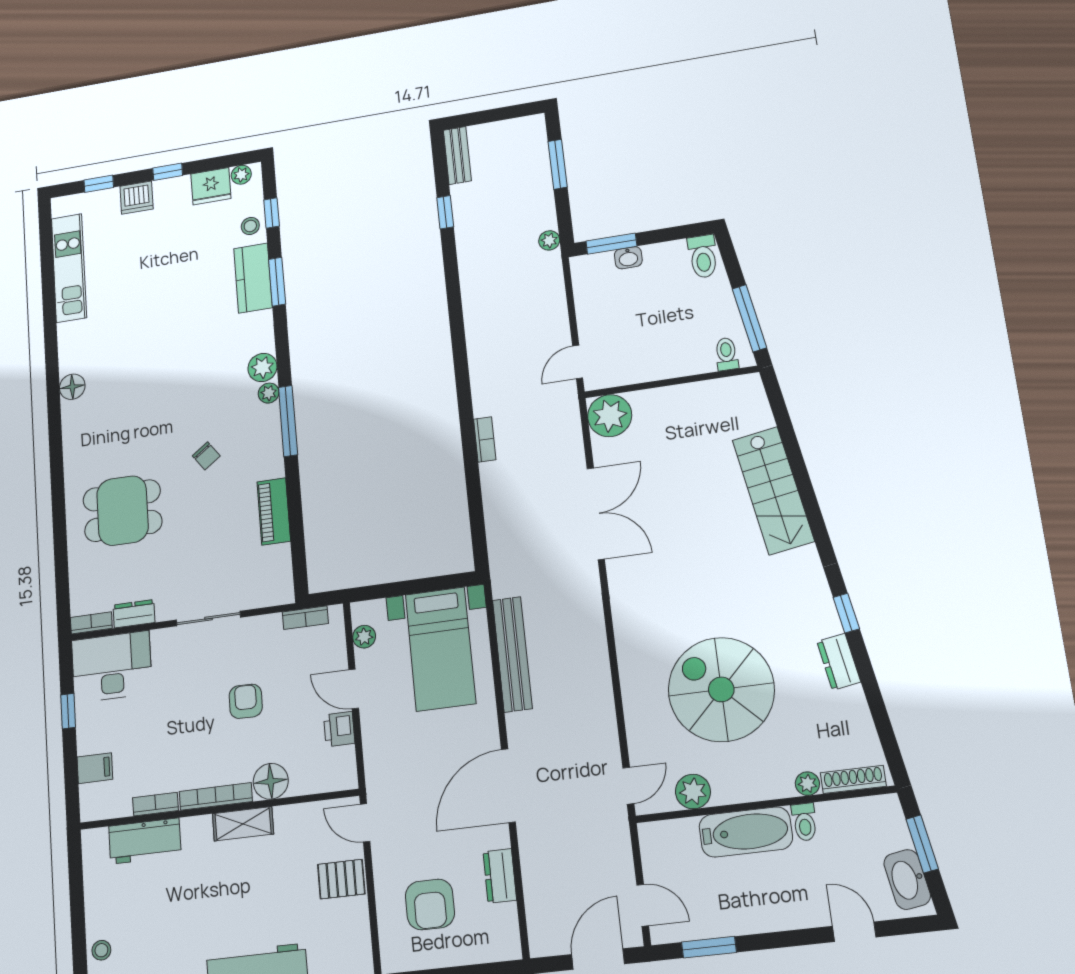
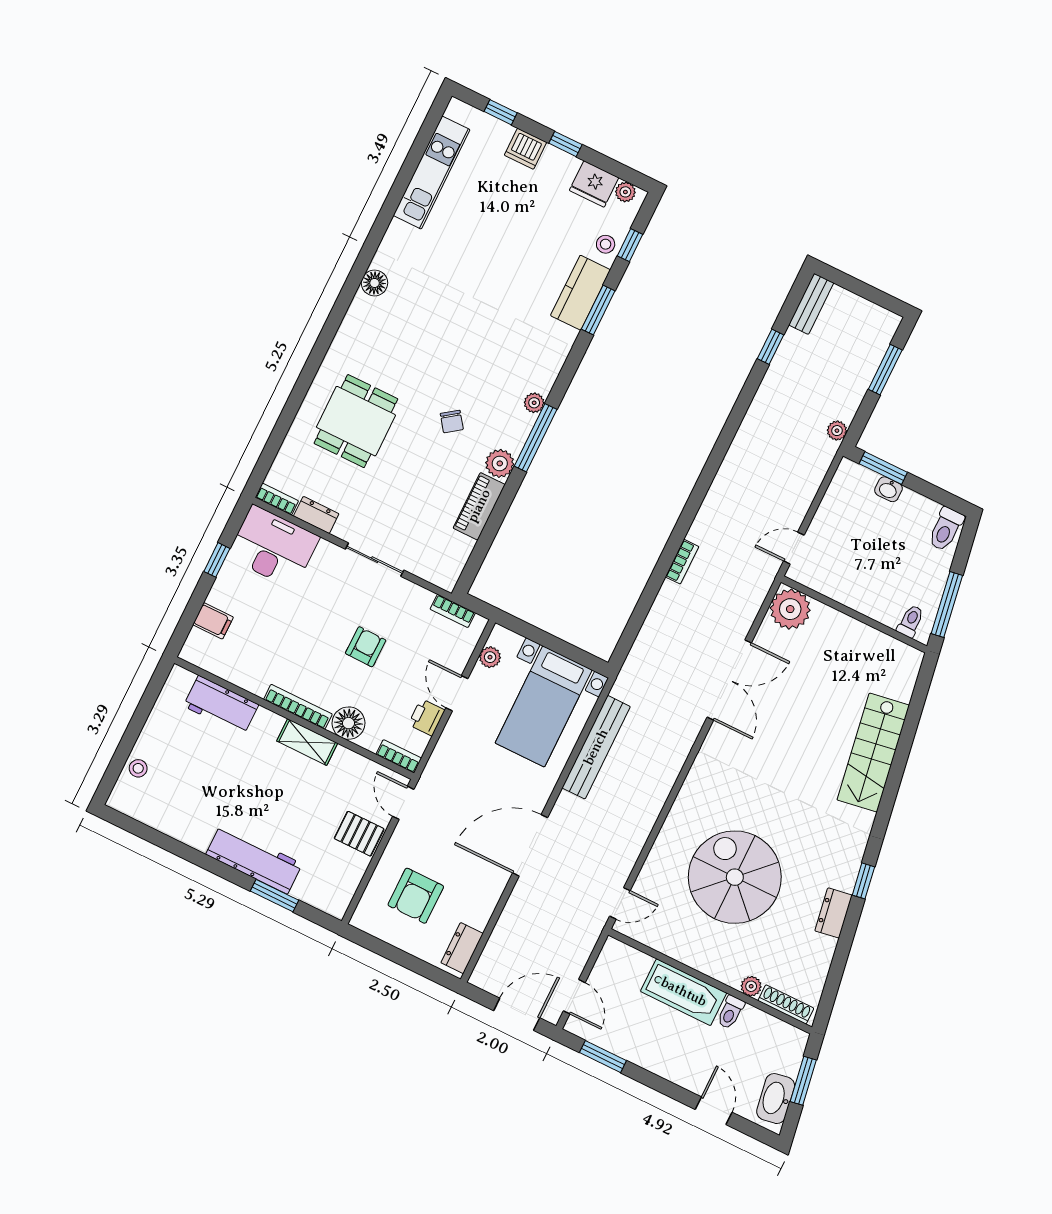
plant: (262, 367) -> (500, 463), moved
dining table: (122, 511) -> (356, 421), turned 90
plant: (693, 792) -> (665, 938), removed
bookcase: (155, 804) -> (399, 756), moved
dresser: (500, 876) -> (462, 948), moved

